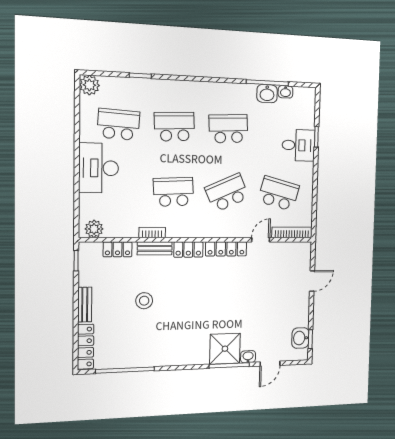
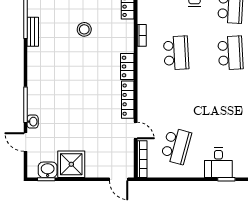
school desk: (228, 129) -> (230, 99), removed
school desk: (227, 193) -> (176, 99), removed
bench: (155, 248) -> (33, 32), moved
door: (312, 281) -> (119, 179), moved
shower: (225, 349) -> (71, 164), moved

